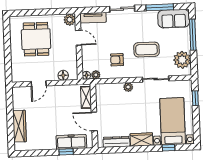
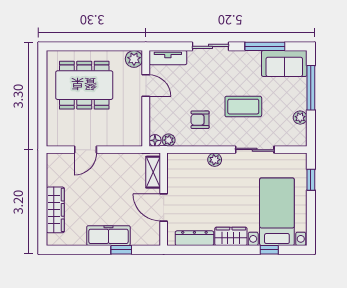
dining table: (36, 39) -> (84, 85), width x1.38
plant: (182, 60) -> (300, 118), width x0.53, depth x0.53
floor lamp: (63, 75) -> (121, 139), removed
freezer: (71, 142) -> (108, 236), moved

